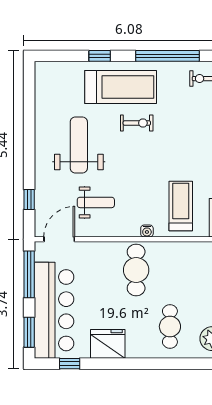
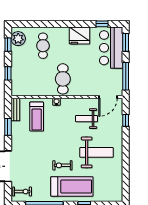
treadmill: (121, 87) -> (72, 186), turned 180
weight bench: (79, 145) -> (97, 152), turned -90
bar counter: (54, 310) -> (111, 48), width x0.73

